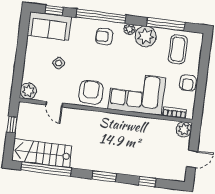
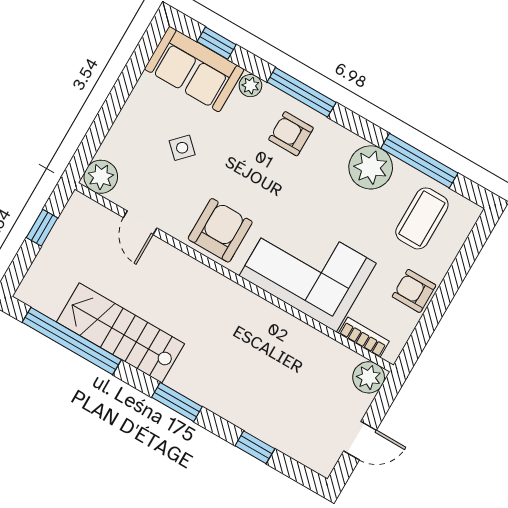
window: (101, 16) -> (302, 92), width x0.68
plant: (129, 29) -> (250, 86), moved
armchair: (188, 83) -> (414, 291), turned 90
stairs: (42, 153) -> (121, 333), moved

